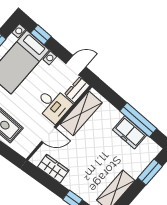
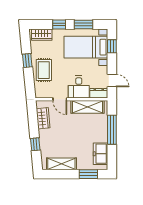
window: (138, 120) -> (112, 130), moved
freezer: (130, 132) -> (101, 154), moved

